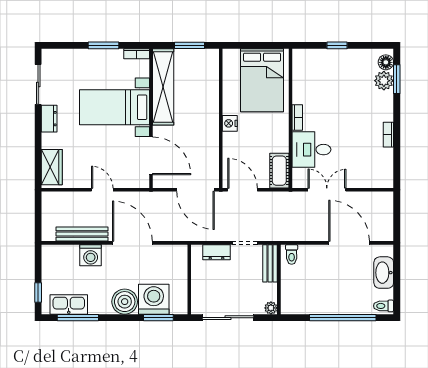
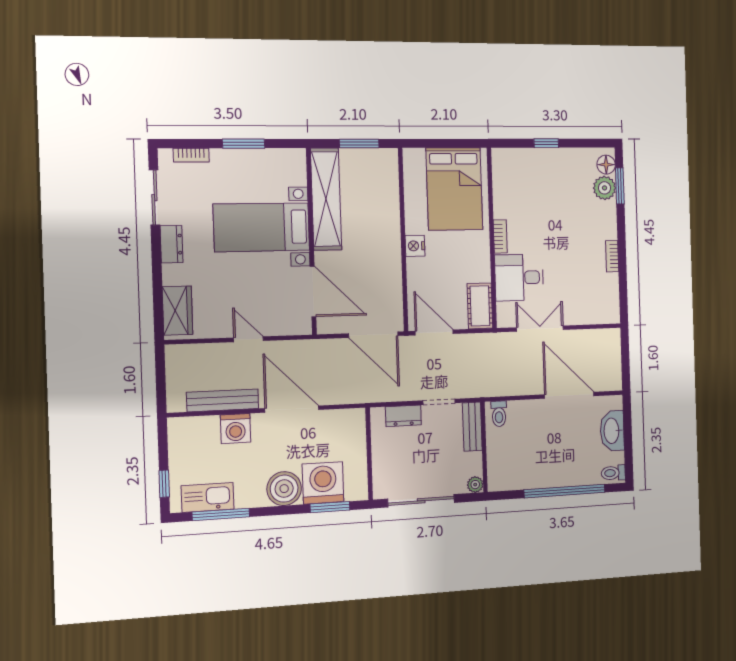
bookcase: (137, 54) -> (191, 155), moved

